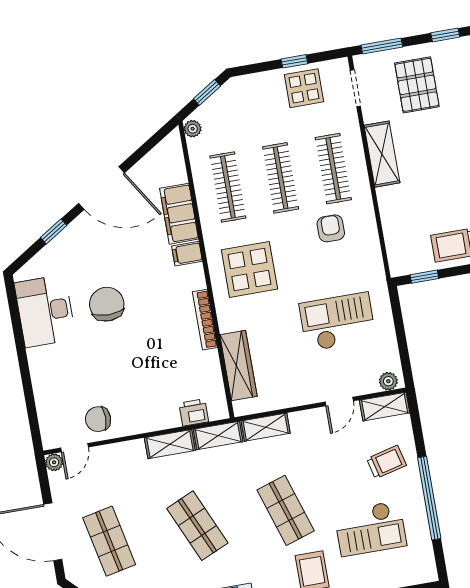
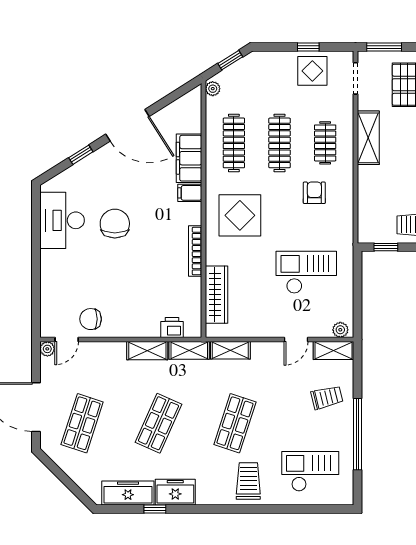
clothes rail: (333, 169) -> (325, 143), width x0.73
shop shelf: (286, 510) -> (235, 423), turned 36
shop shelf: (197, 526) -> (159, 423), turned 48
checkout: (370, 529) -> (310, 471), moved, turned 180
shop shelf: (109, 541) -> (82, 423), turned 30

